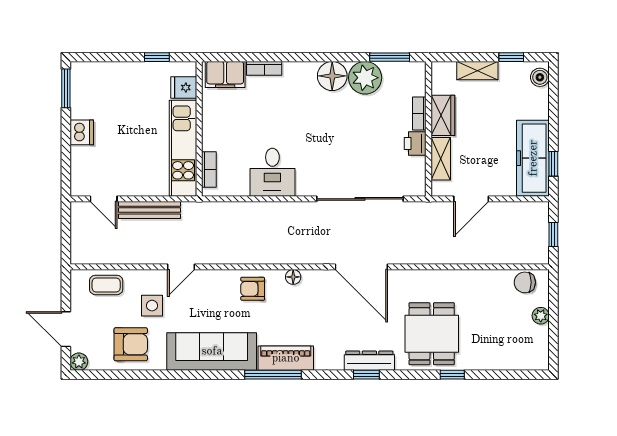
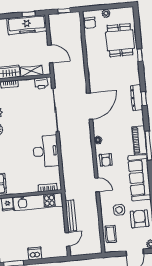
printer: (415, 144) -> (41, 83), moved
desk: (272, 172) -> (46, 151), width x1.37
door: (181, 267) -> (97, 185), moved
dining table: (432, 334) -> (120, 40), moved, turned 90

